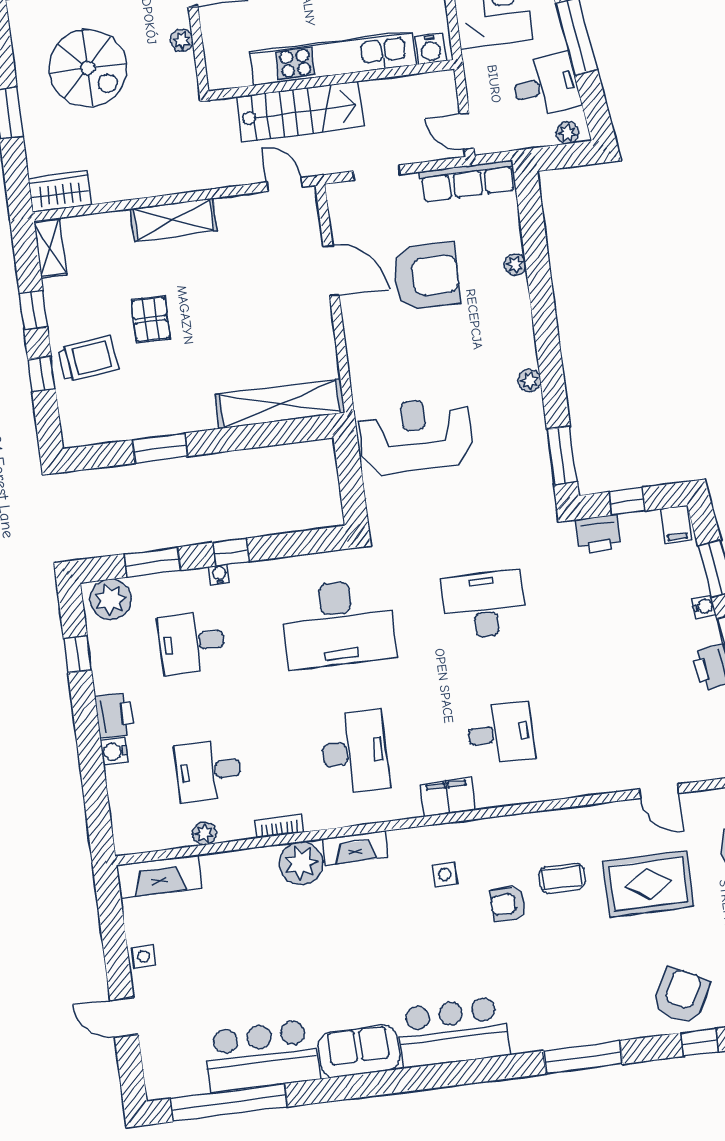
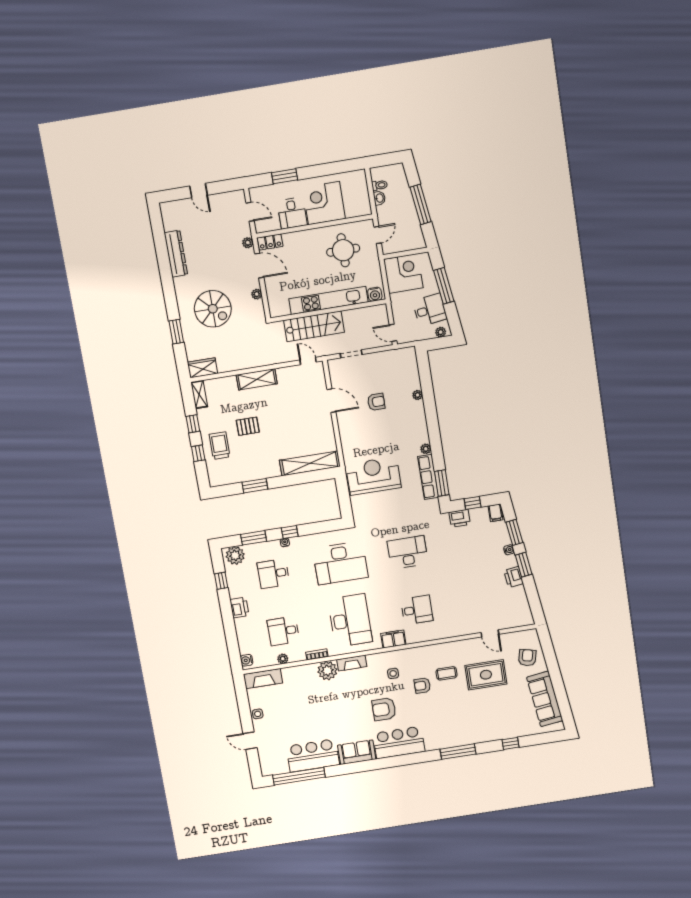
row of seats: (467, 181) -> (428, 477), moved, turned 90
armchair: (426, 276) -> (376, 402), width x0.53, depth x0.53
pallet: (151, 319) -> (248, 426), turned 90
trolley: (88, 359) -> (220, 446), turned -83
water cooler: (114, 751) -> (247, 660), moved
desk: (354, 752) -> (350, 620), width x1.36, depth x1.30
armchair: (681, 995) -> (384, 709), moved, turned -118

